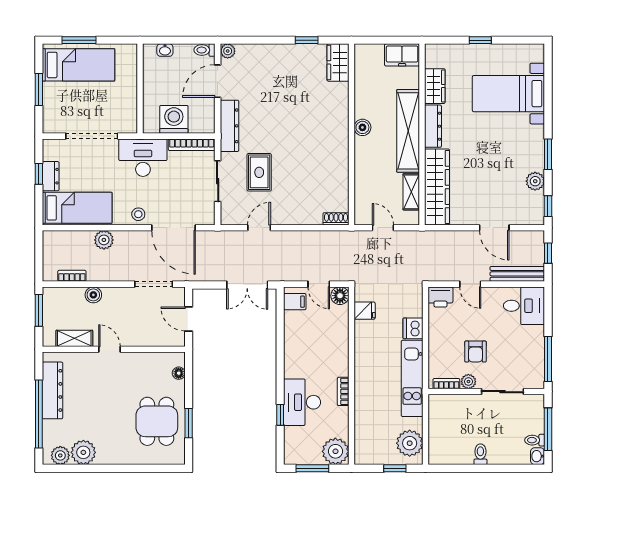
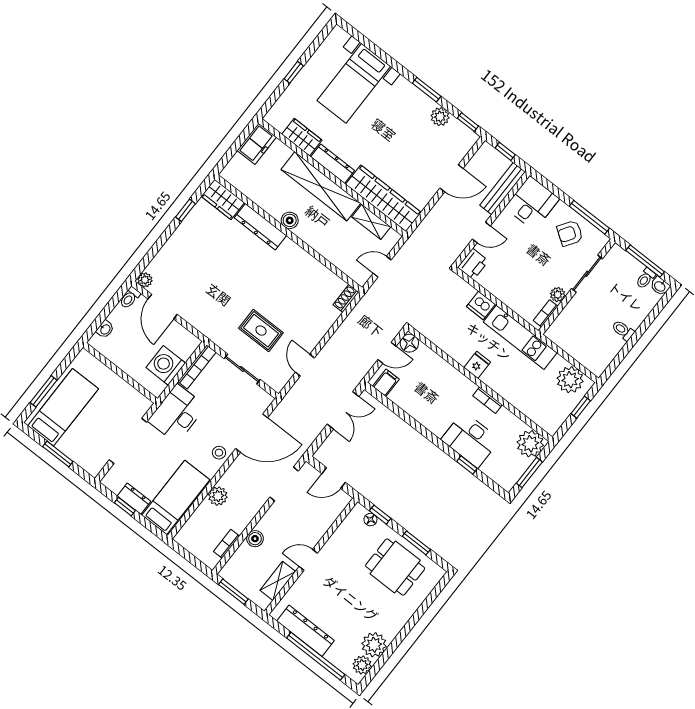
dresser: (229, 126) -> (260, 227), moved, turned 180
fridge: (365, 311) -> (477, 365), moved
armchair: (475, 352) -> (570, 233), moved, turned 124
window: (189, 378) -> (380, 515), added

